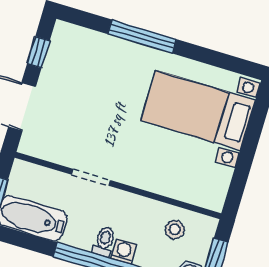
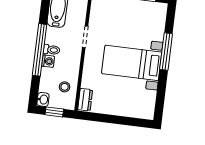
bed with nightstands: (198, 110) -> (132, 63), moved, turned -90
dresser: (204, 196) -> (85, 100), added

